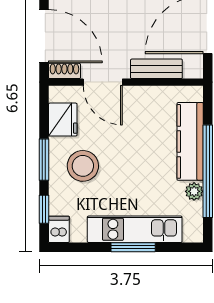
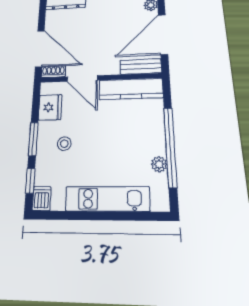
bench: (156, 69) -> (141, 67), moved
kitchen counter: (190, 141) -> (131, 89), moved, turned -90
stool: (83, 166) -> (64, 144), width x0.53, depth x0.53
window: (133, 247) -> (106, 216), removed

